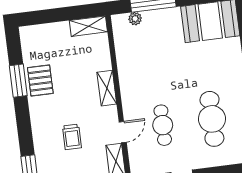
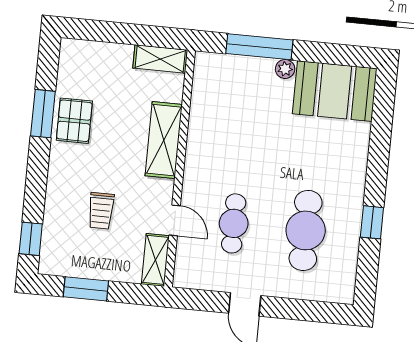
plant: (135, 19) -> (285, 69), moved
shelving: (107, 88) -> (164, 140), width x1.50, depth x1.33
door: (123, 132) -> (175, 220), hinge flipped

